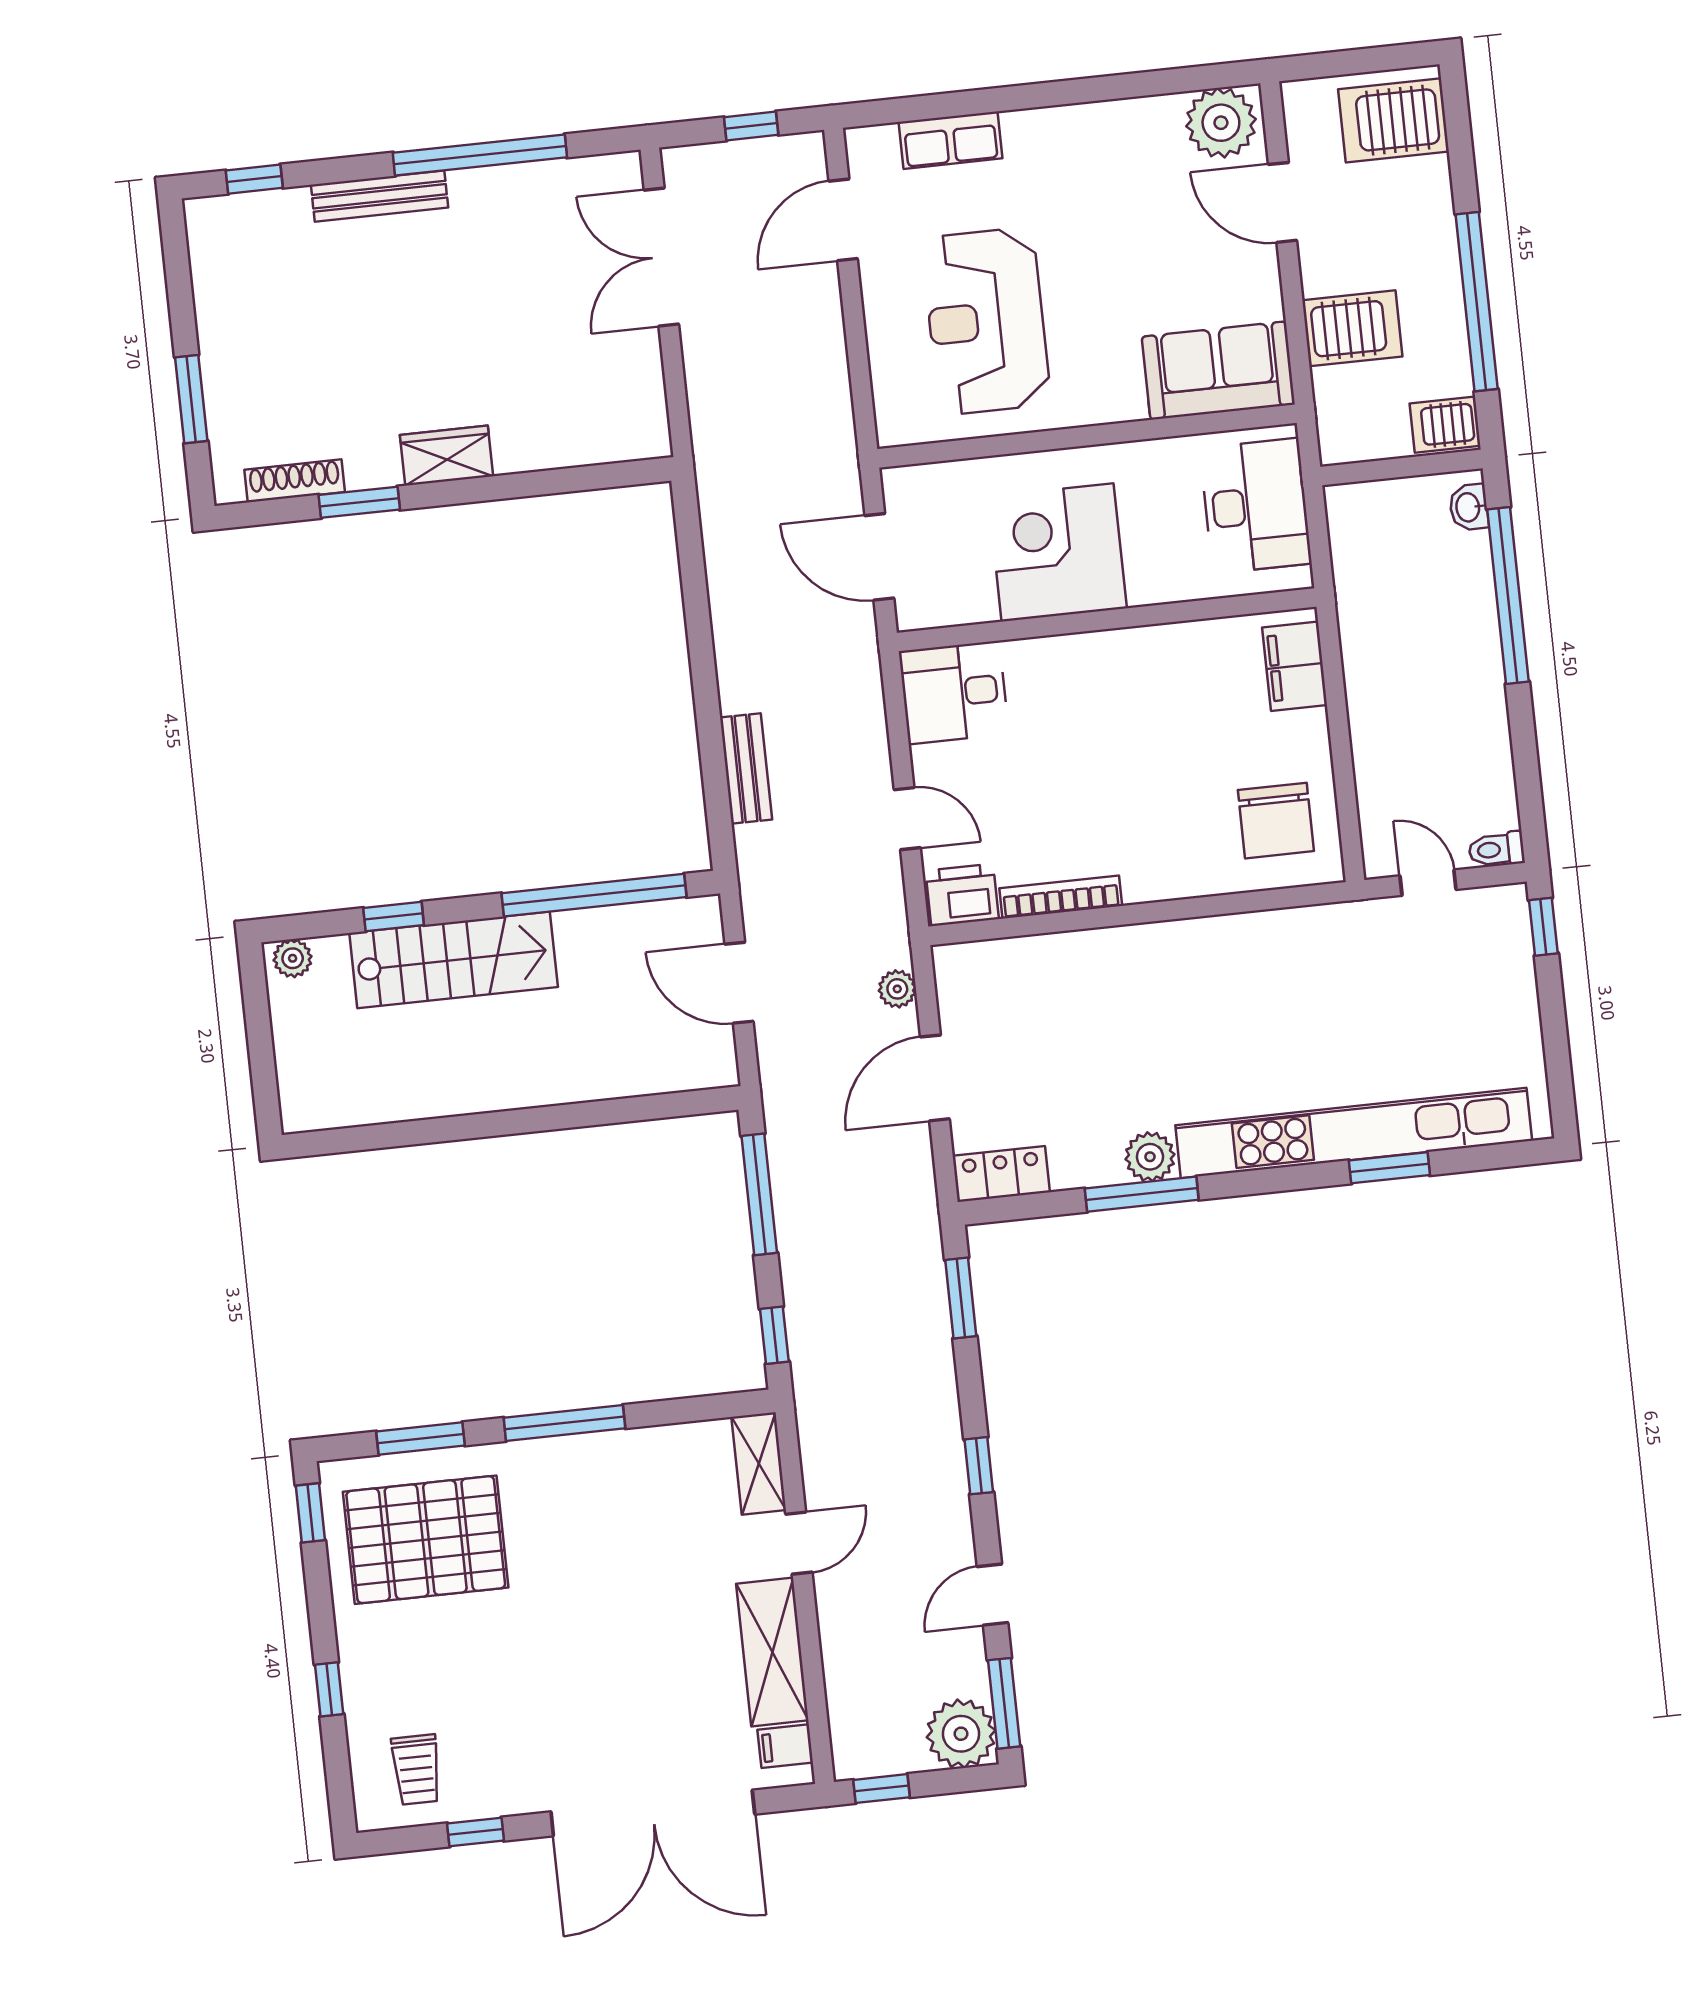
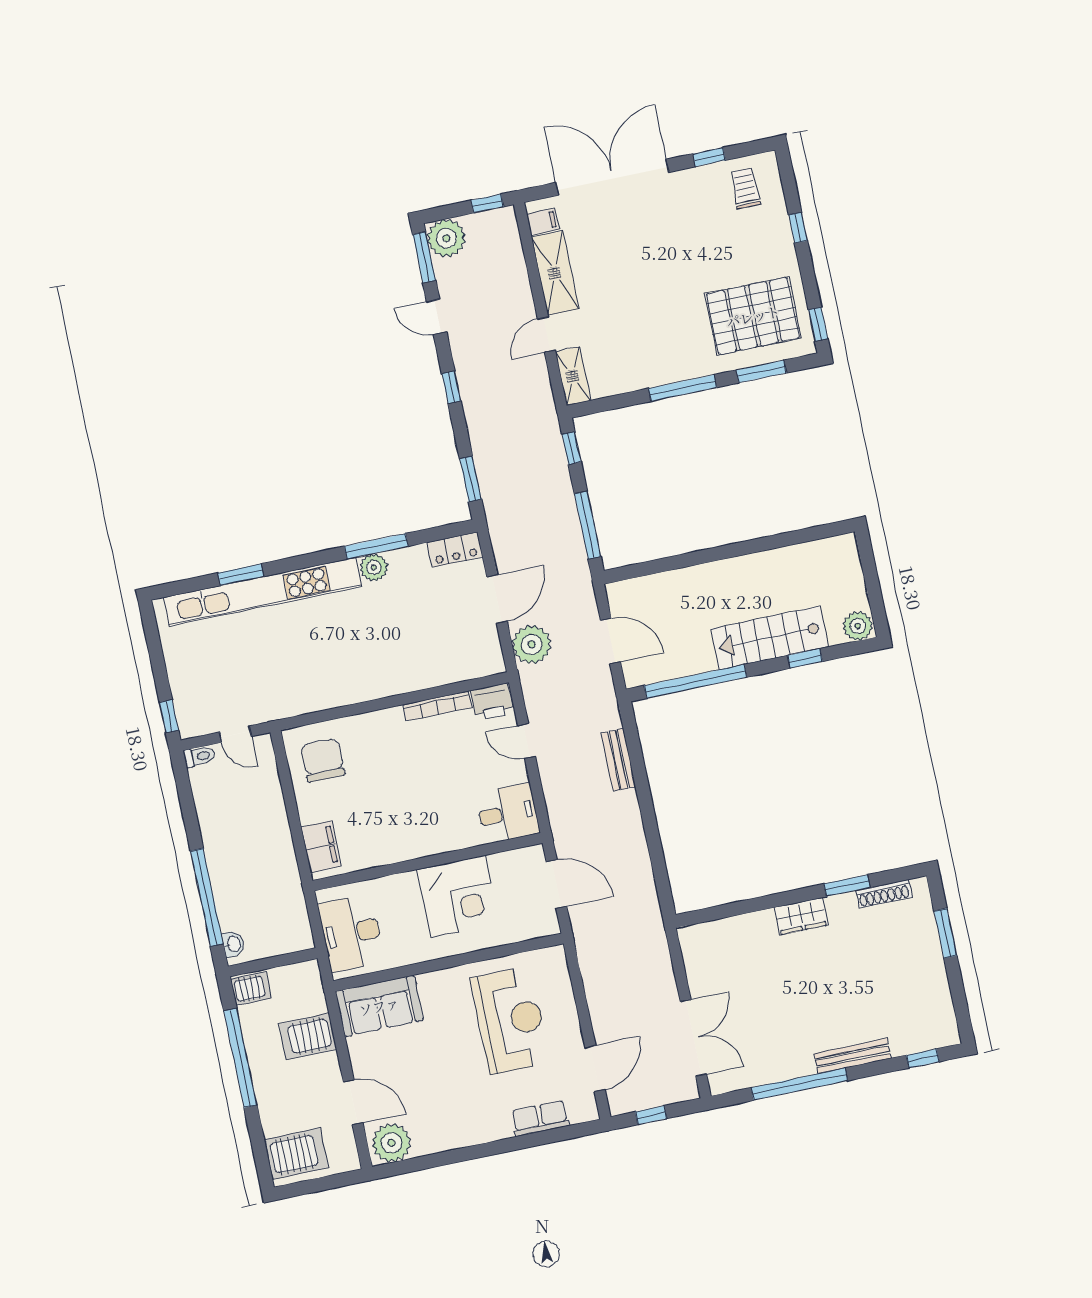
plant: (293, 958) -> (858, 626), width x1.38, depth x1.38
plant: (897, 989) -> (532, 644), width x1.87, depth x1.87
door: (992, 1595) -> (437, 317), swing flipped

